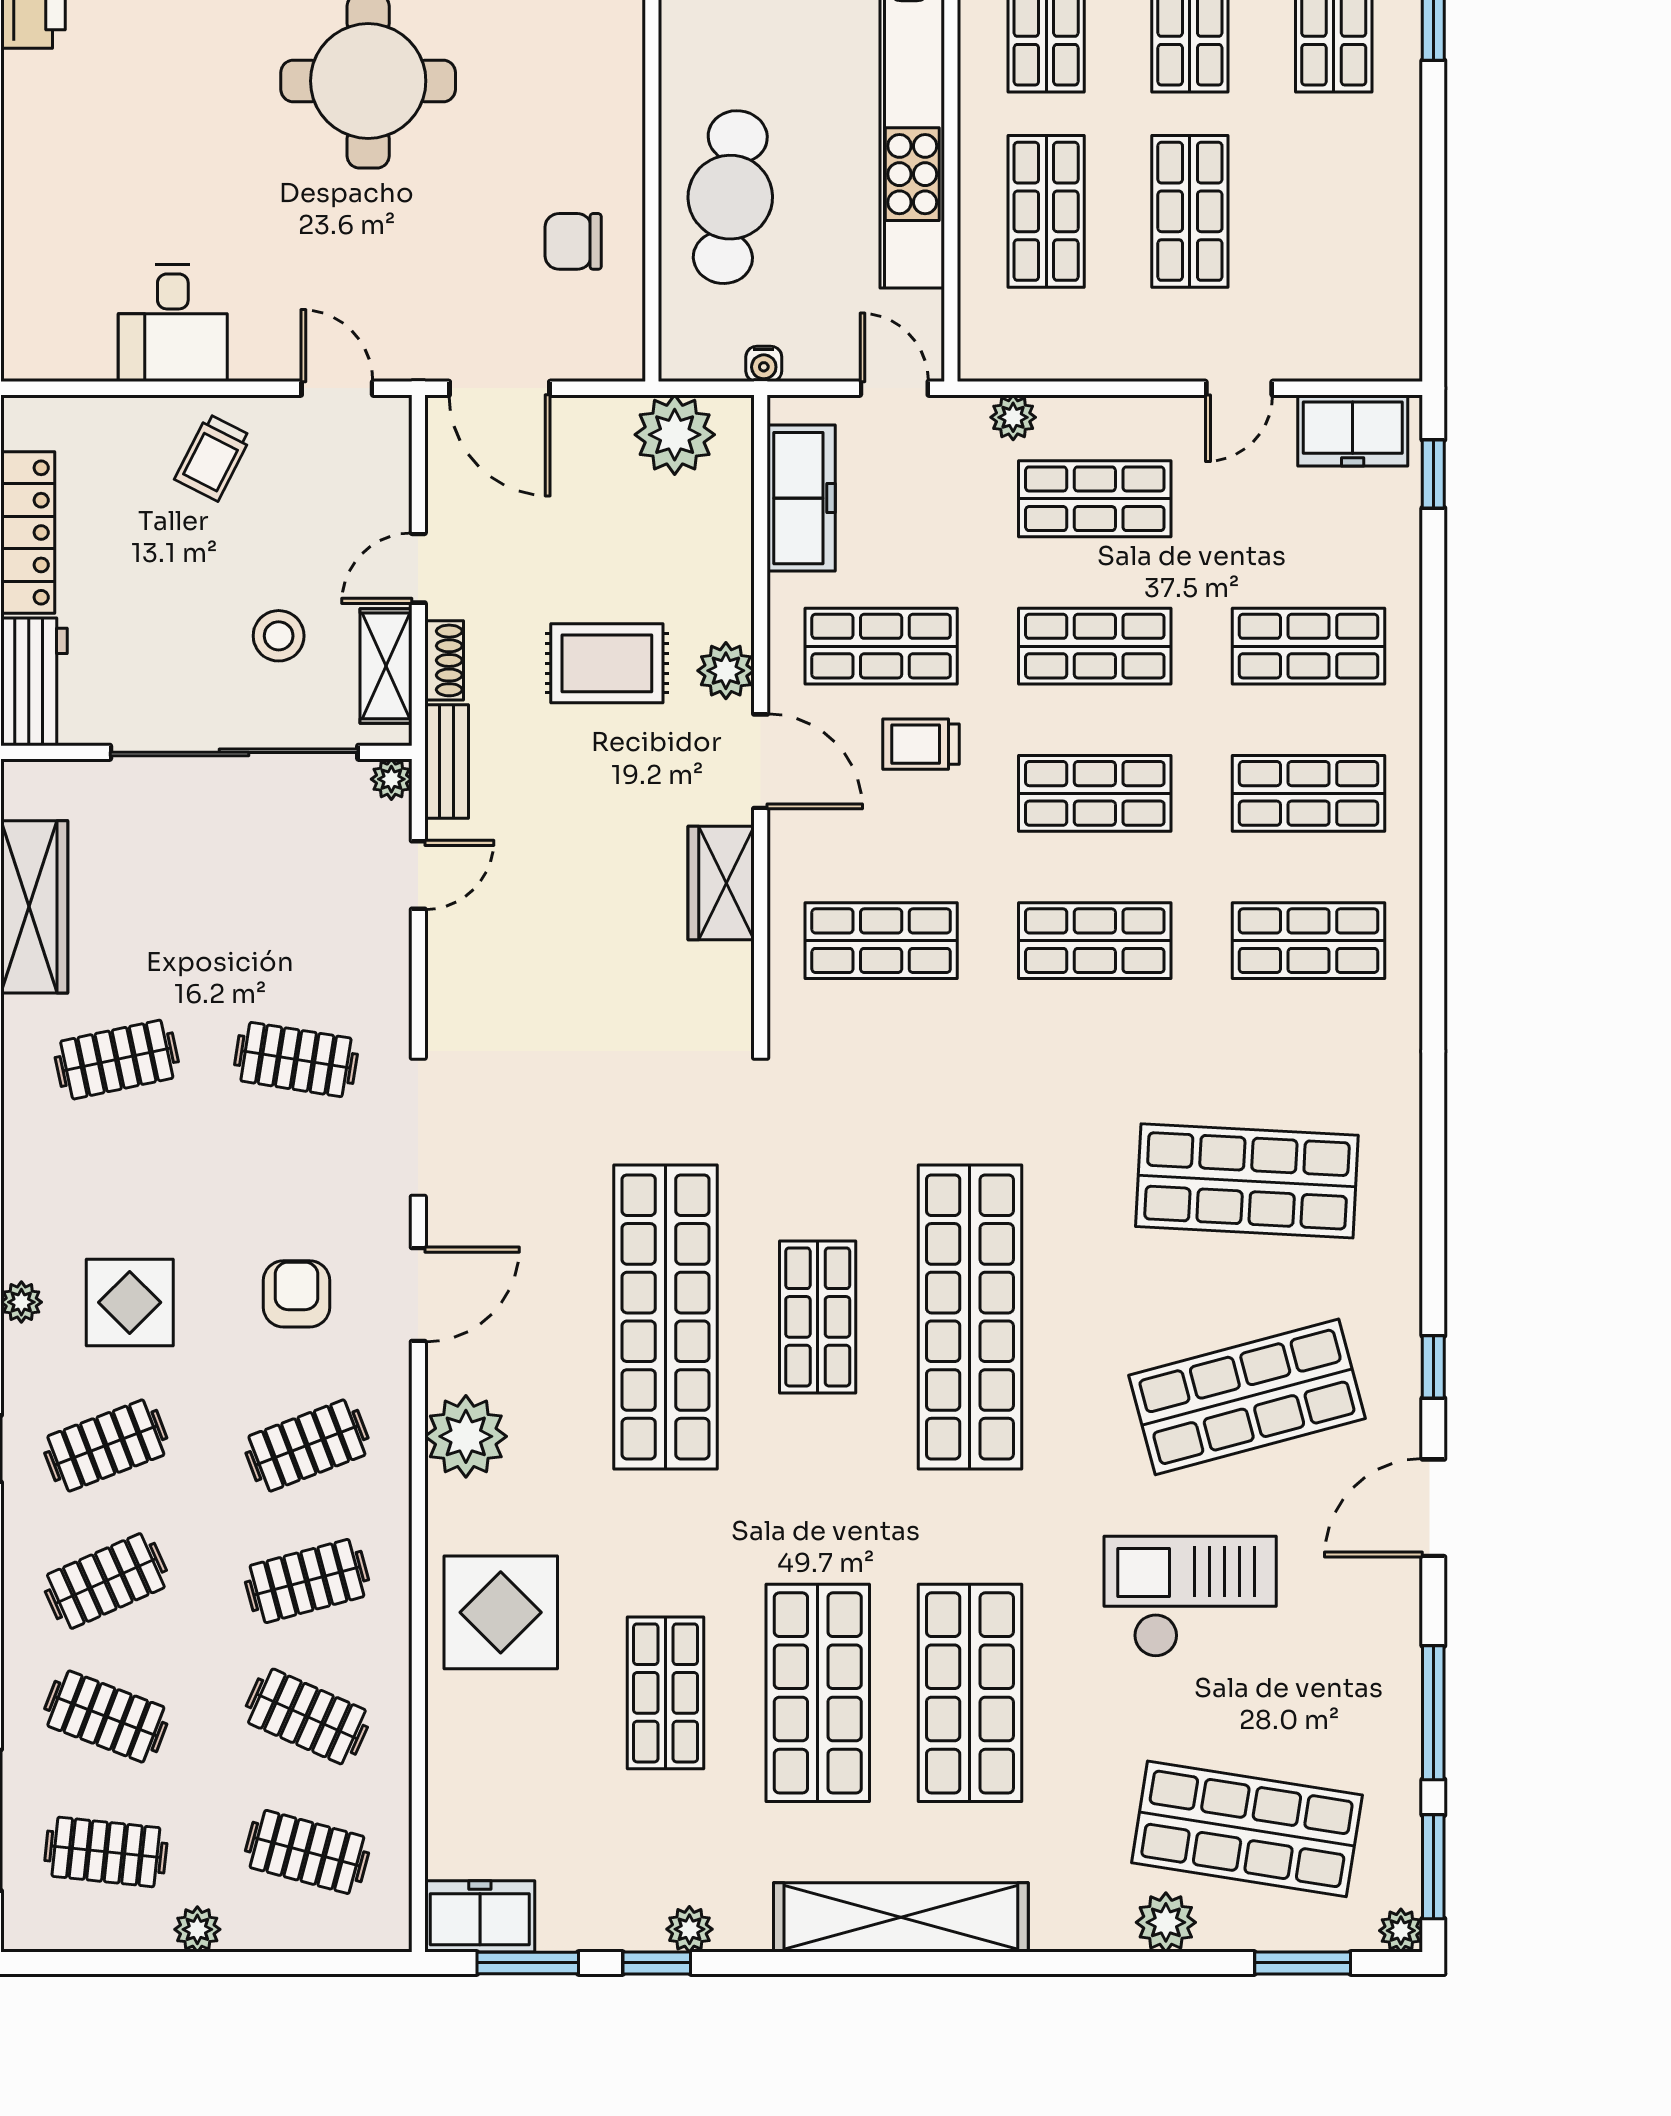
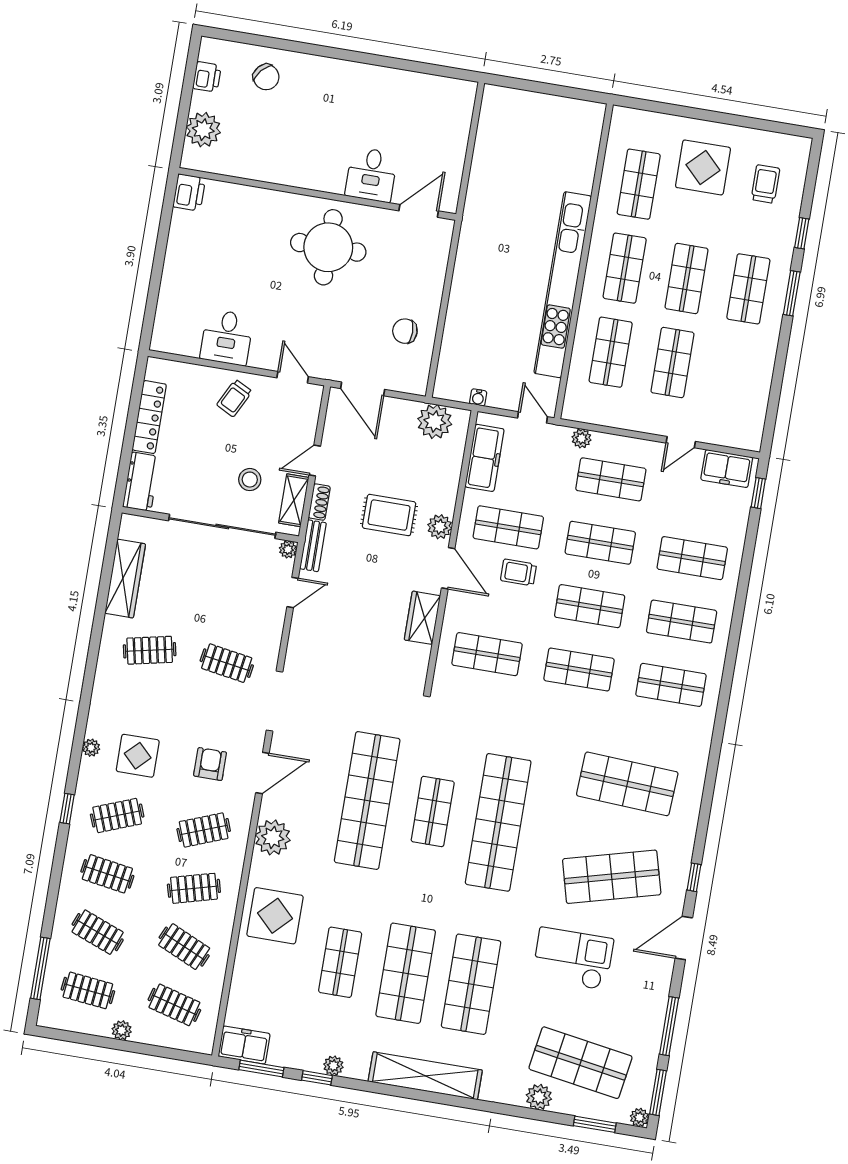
cafe table: (730, 197) -> (476, 323), removed
clothes rail: (106, 1581) -> (107, 874), turned 33

